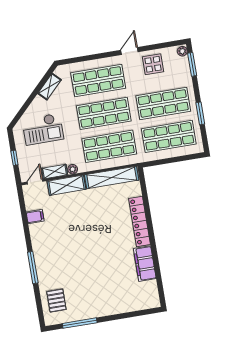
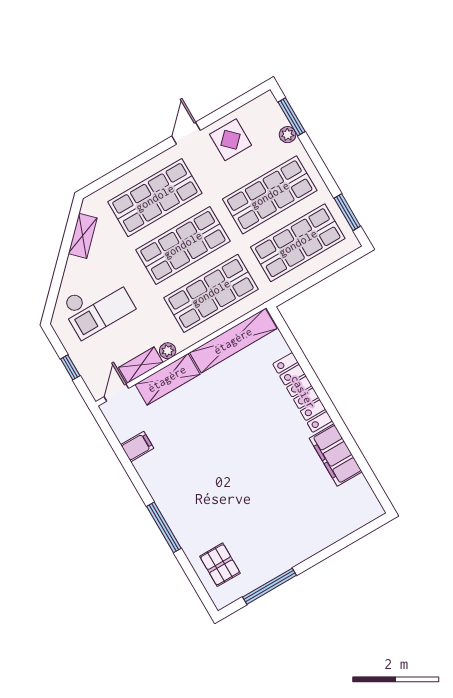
plant: (182, 51) -> (288, 135), moved
window: (200, 113) -> (347, 212), moved

